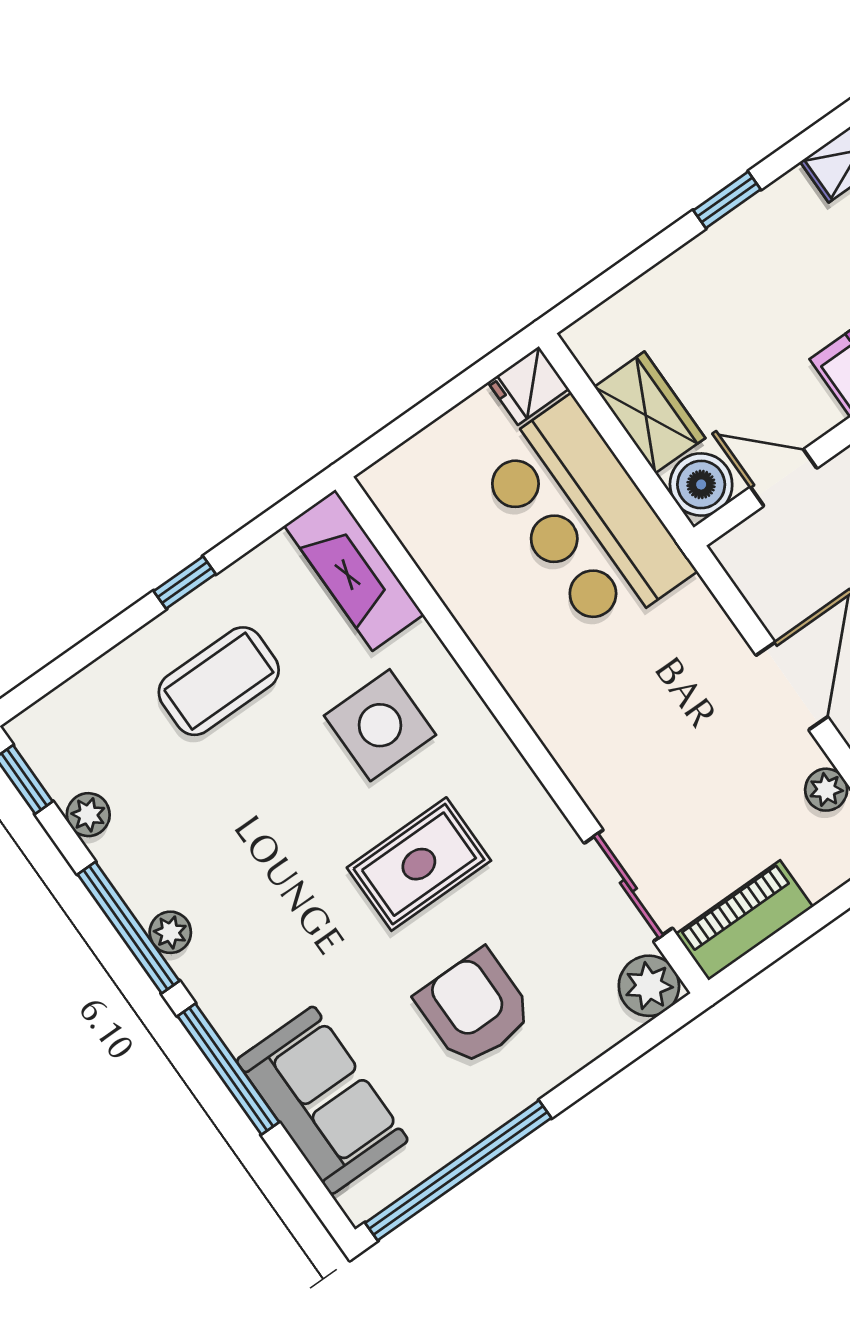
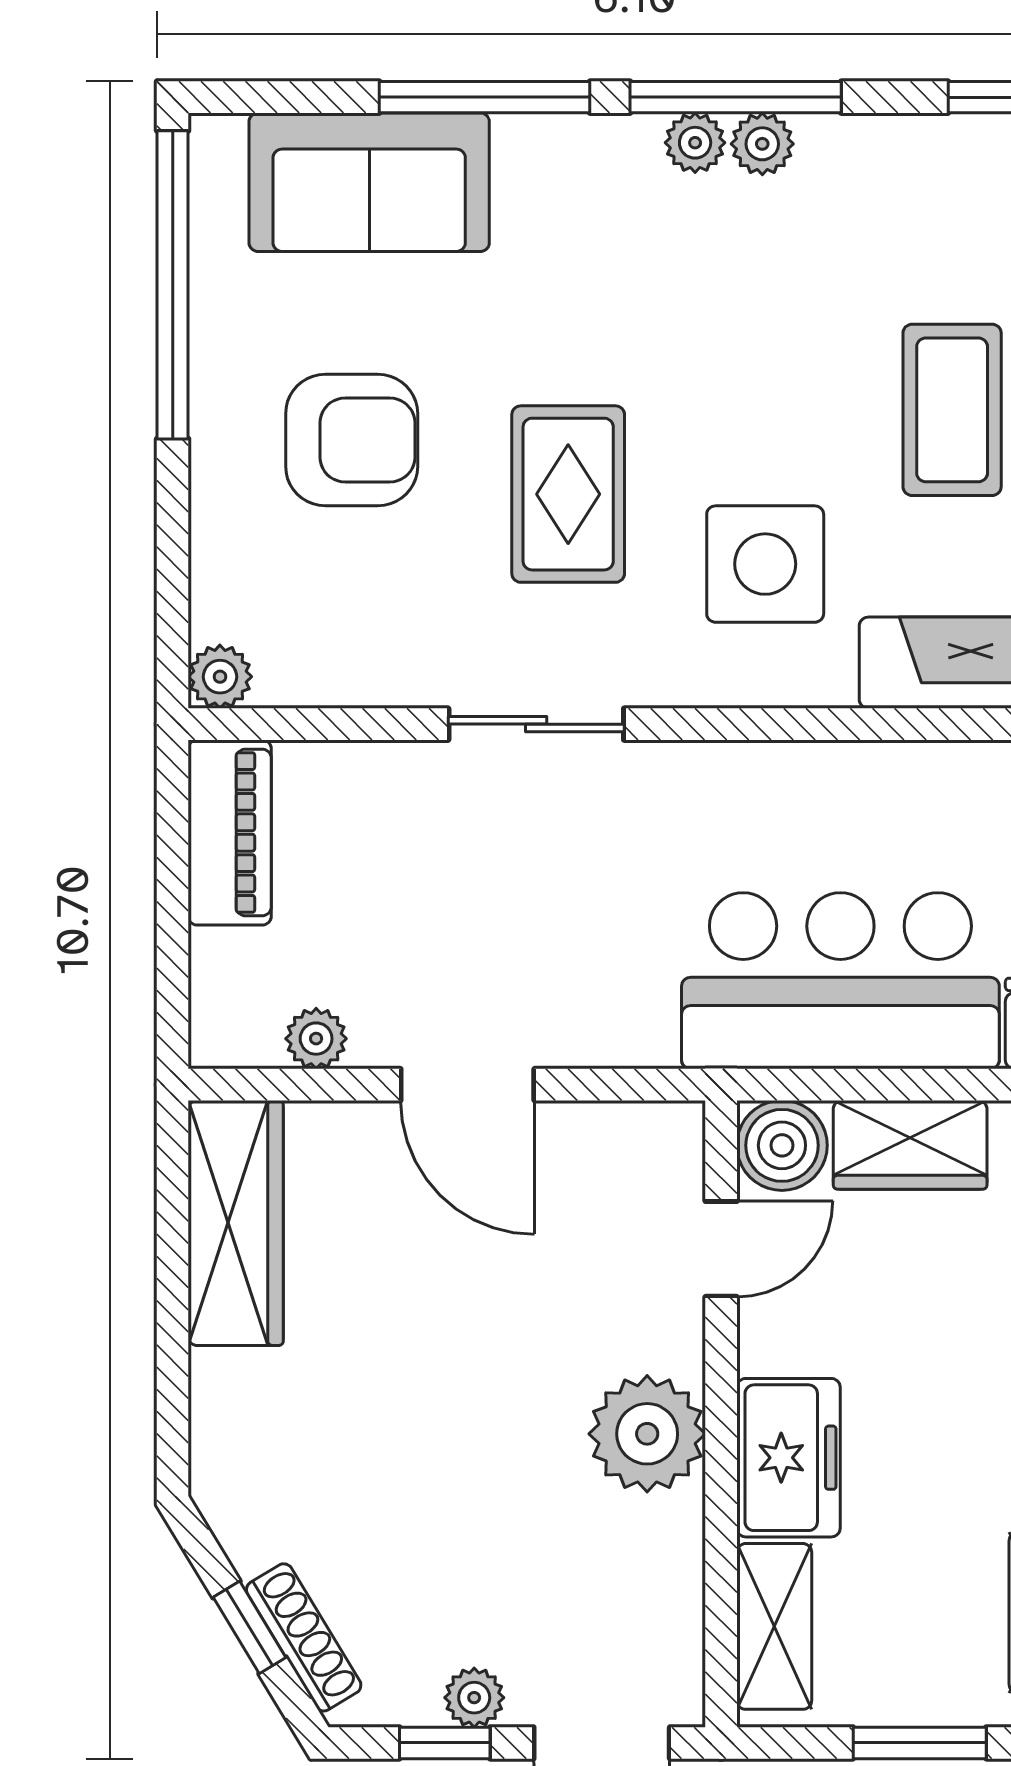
plant: (88, 815) -> (762, 144), moved
sliding door: (628, 886) -> (536, 724), moved
plant: (649, 986) -> (220, 677), width x0.73, depth x0.73

